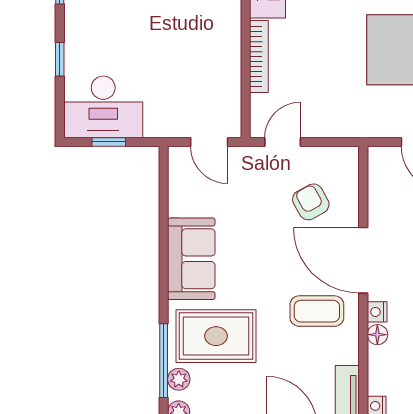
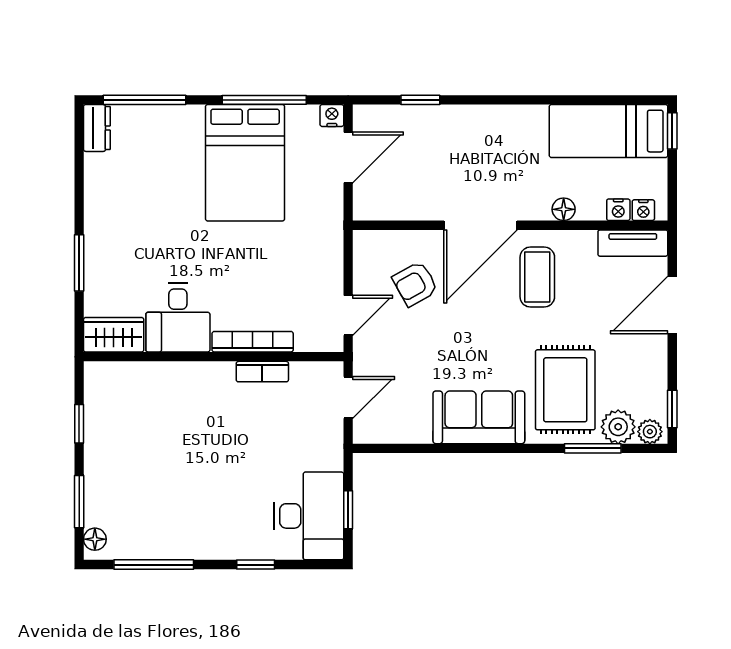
bookcase: (232, 65) -> (262, 372), added
door: (283, 142) -> (348, 315), swing flipped
nightstand: (377, 312) -> (618, 210), moved
window: (164, 361) -> (593, 448), width x0.69
plant: (179, 379) -> (618, 427), width x1.38, depth x1.38

